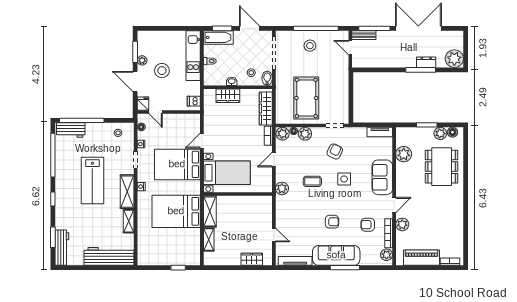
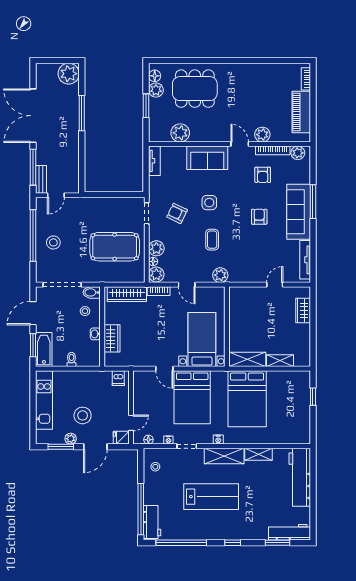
kitchen unit: (193, 56) -> (44, 400), moved, turned -90
dresser: (426, 62) -> (73, 107), removed

